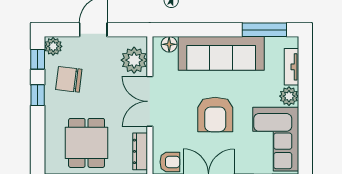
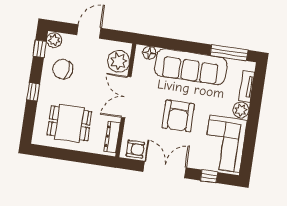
window: (38, 95) -> (33, 92), moved
dining table: (87, 143) -> (69, 123), turned 90

